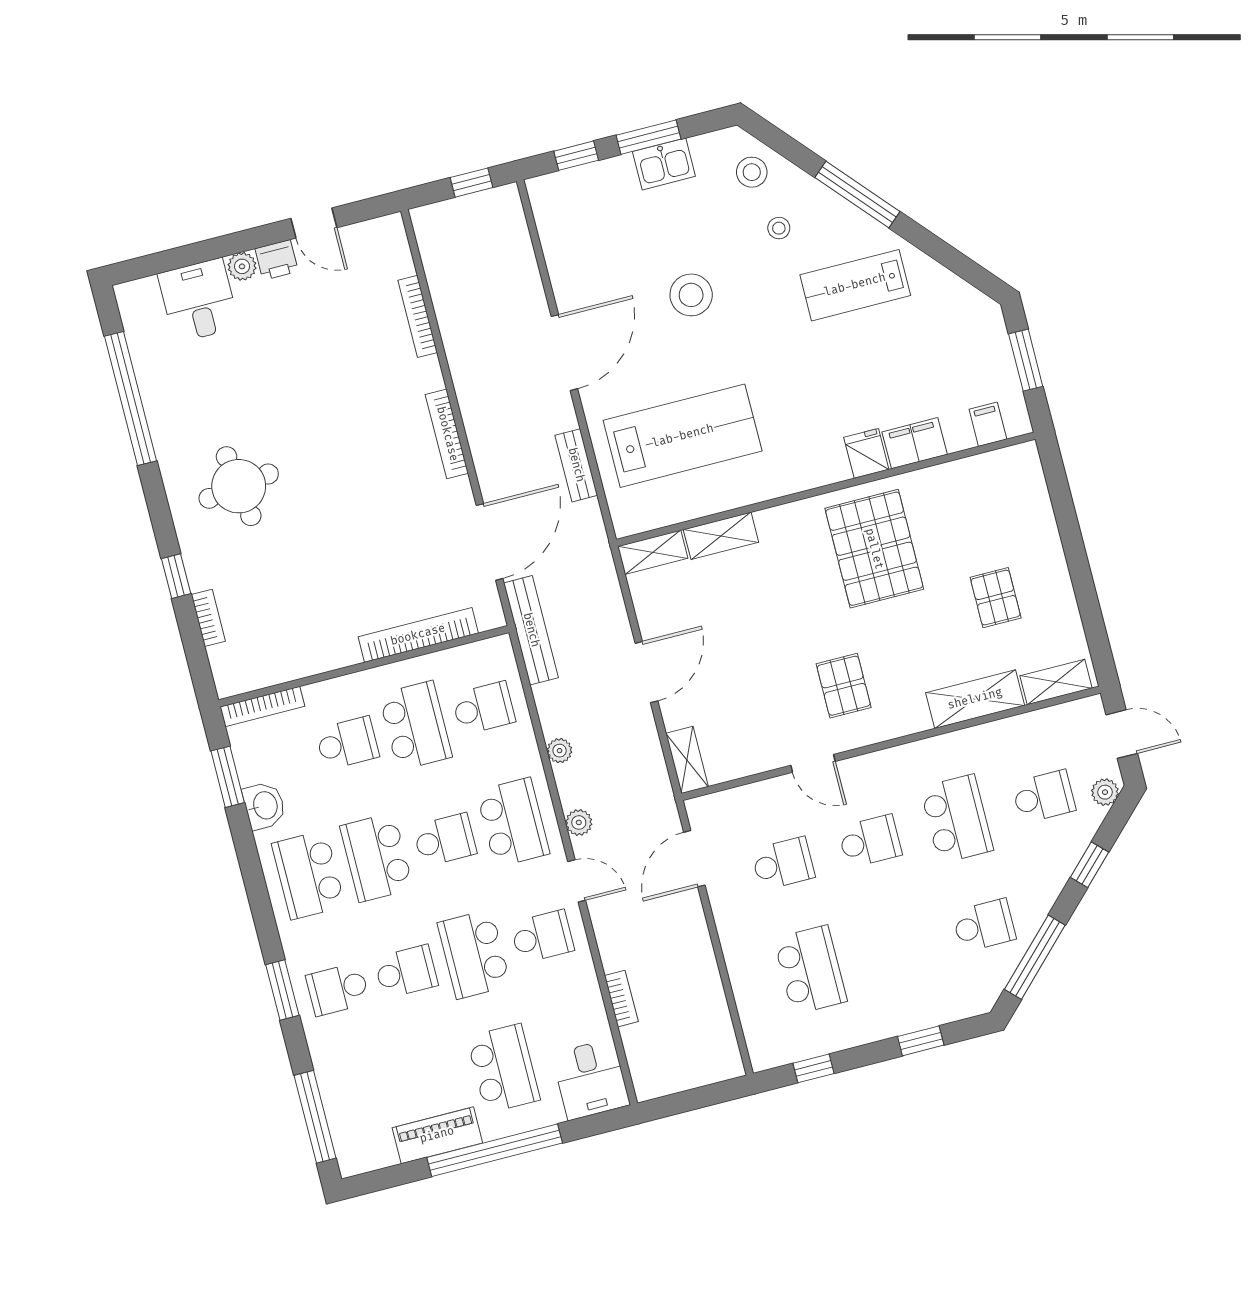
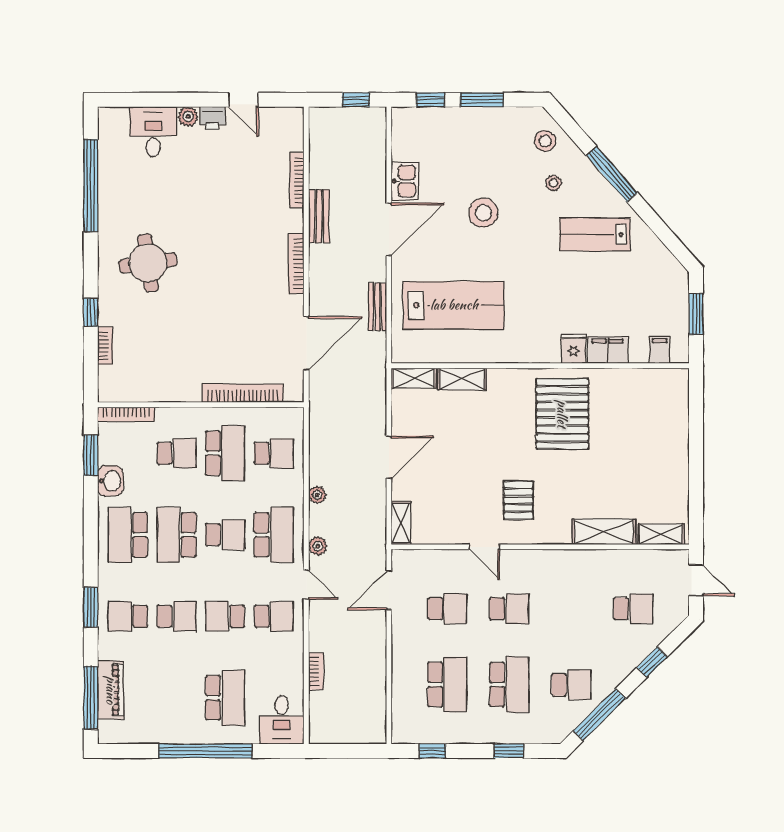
kitchen sink: (664, 164) -> (405, 181), moved, turned -90
pallet: (996, 598) -> (635, 467), removed
bench: (531, 630) -> (319, 216), moved, width x0.73
plant: (1105, 792) -> (675, 616), removed
school desk: (957, 819) -> (509, 685), moved
school desk: (474, 954) -> (225, 616), width x0.54
piano: (437, 1135) -> (111, 690), moved, turned 90

